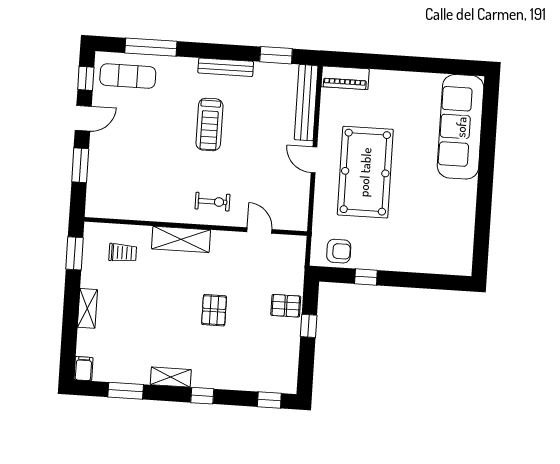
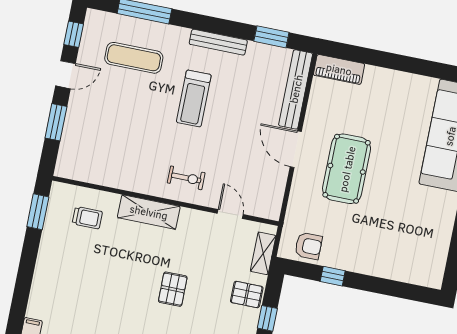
exercise mat: (128, 76) -> (134, 58), moved
door: (314, 160) -> (296, 149), width x1.38
pool table: (365, 172) -> (347, 169), width x0.73, depth x0.76
shelving: (87, 308) -> (263, 253), moved

